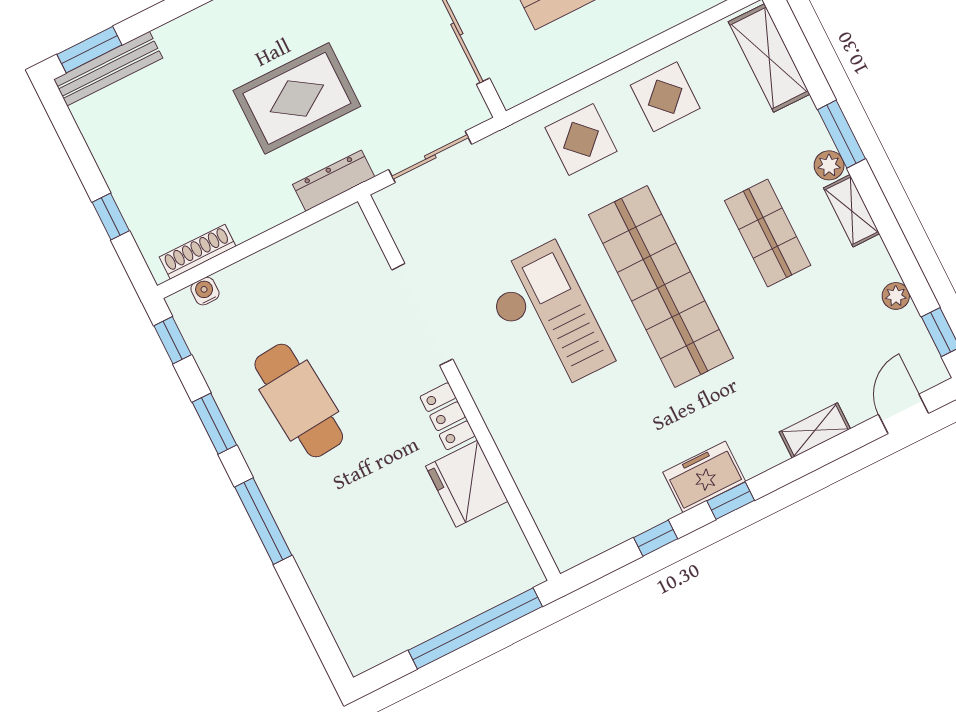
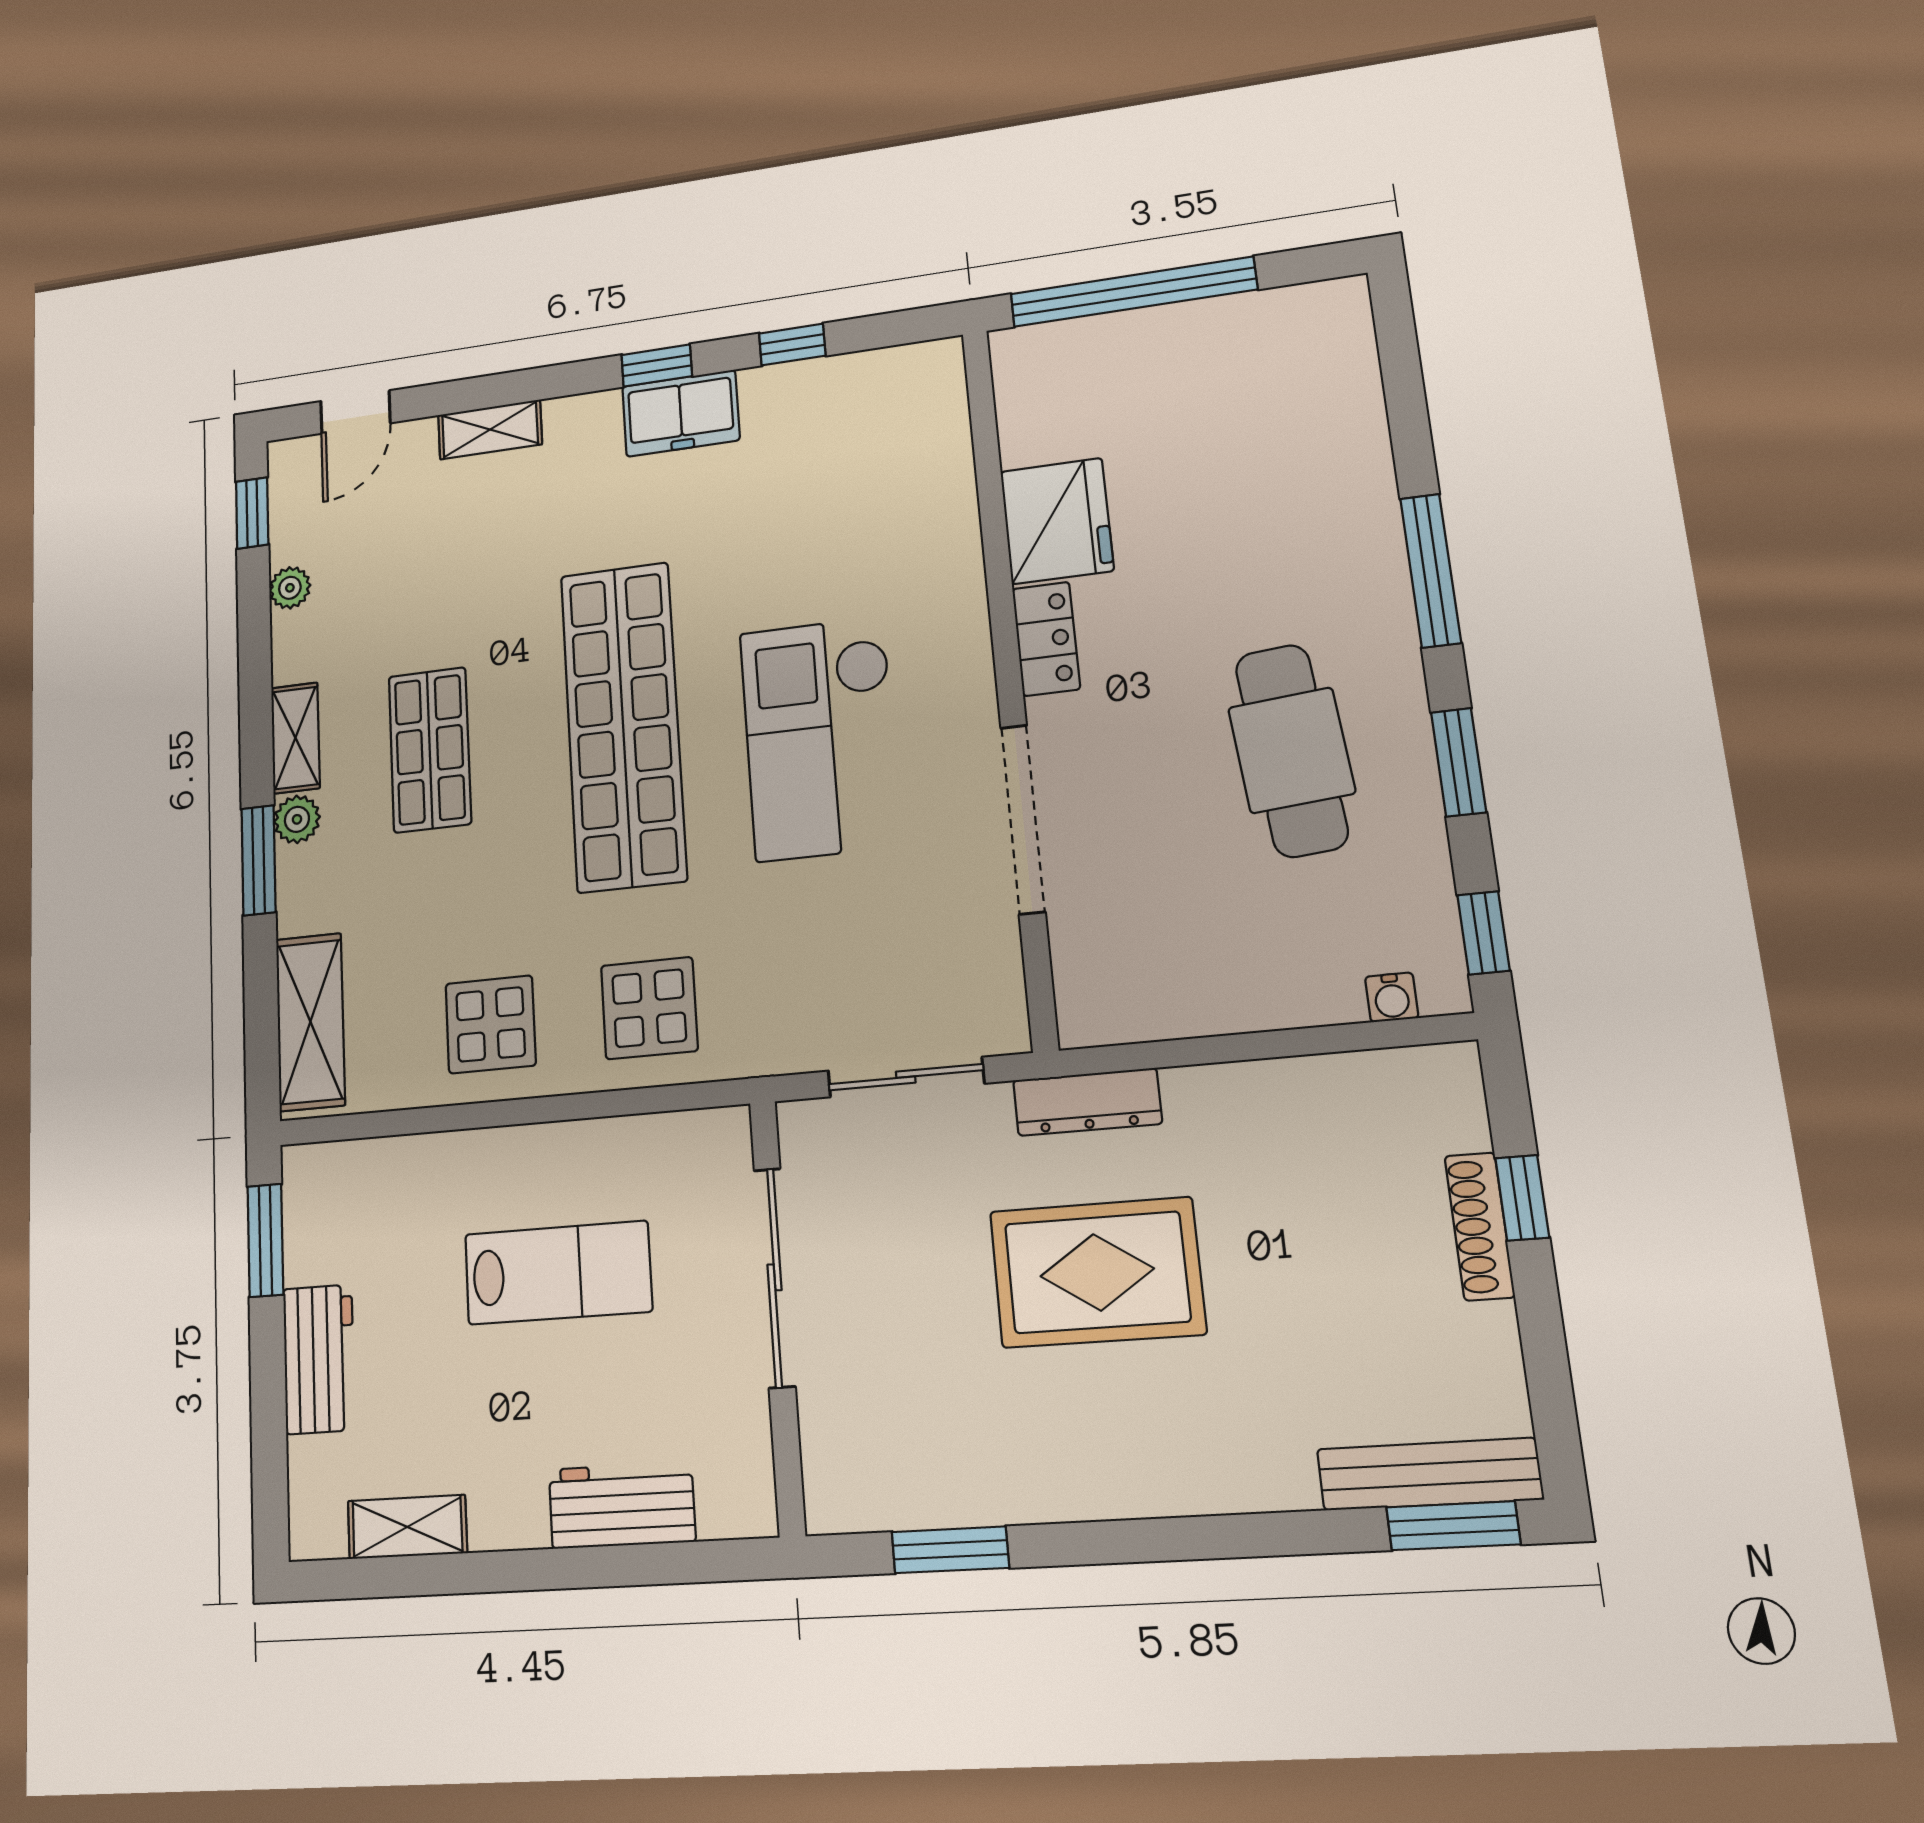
shoe rack: (198, 252) -> (1480, 1226), moved, turned 90

